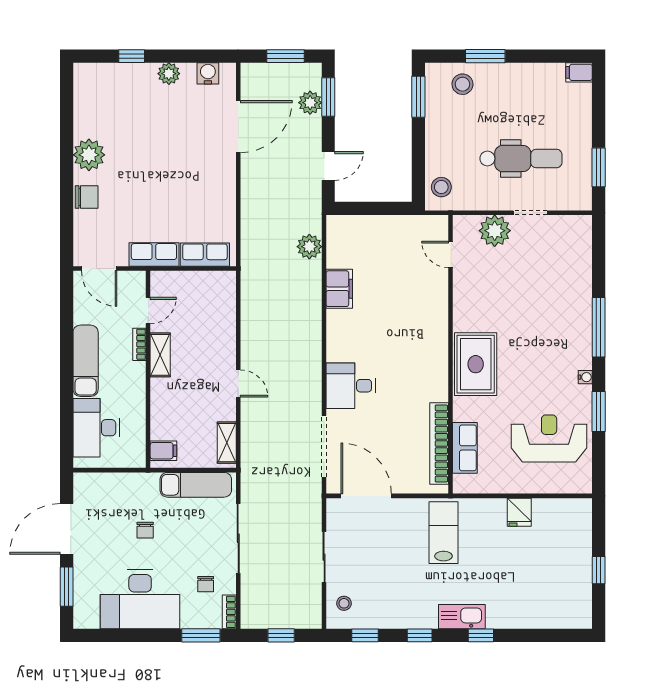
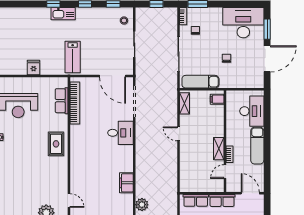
rug: (476, 364) -> (56, 144), width x0.73, depth x0.70
desk: (140, 599) -> (243, 23), moved

